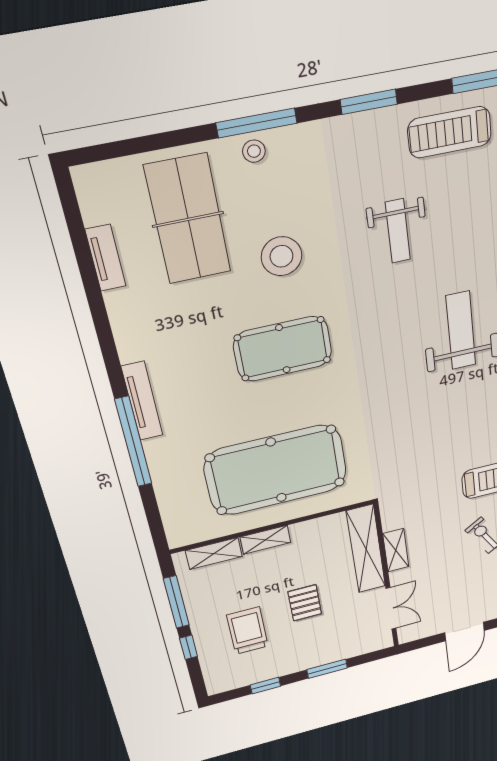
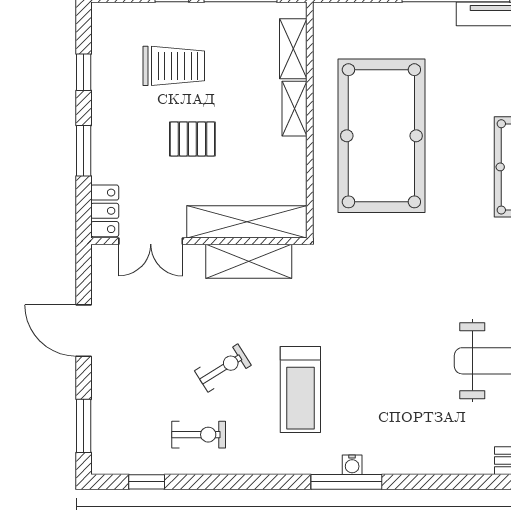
shelving: (396, 550) -> (249, 261), width x1.50, depth x1.33
locker: (372, 643) -> (105, 211), added

